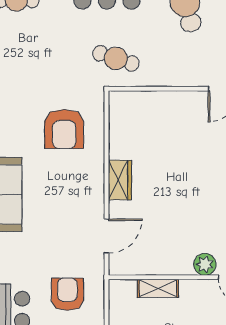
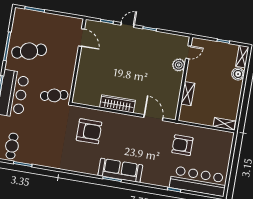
cafe table: (116, 58) -> (54, 95), turned 59
wardrobe: (120, 180) -> (118, 104), width x1.50

